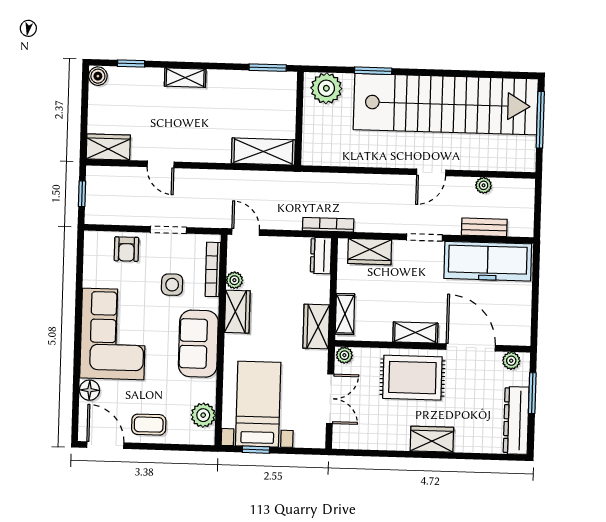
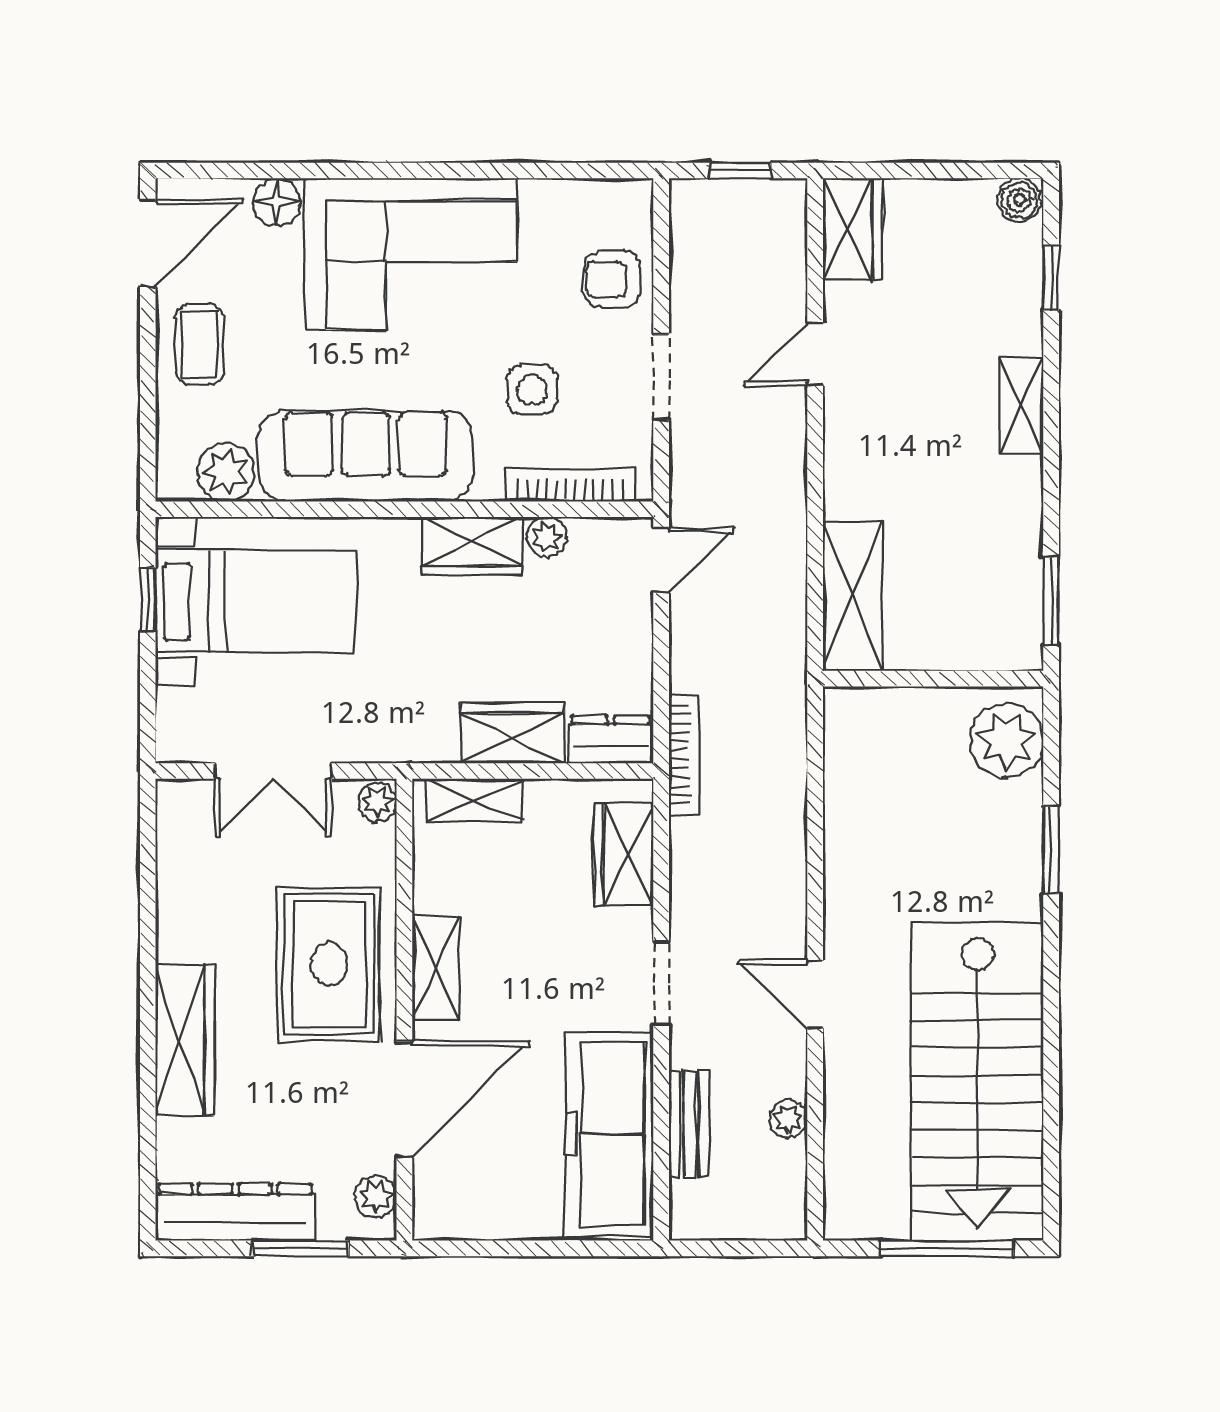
stairs: (446, 104) -> (977, 1082), width x0.73
wardrobe: (316, 326) -> (512, 733), moved
sofa: (198, 344) -> (366, 456), width x1.36
wardrobe: (432, 439) -> (185, 1040), width x1.50

